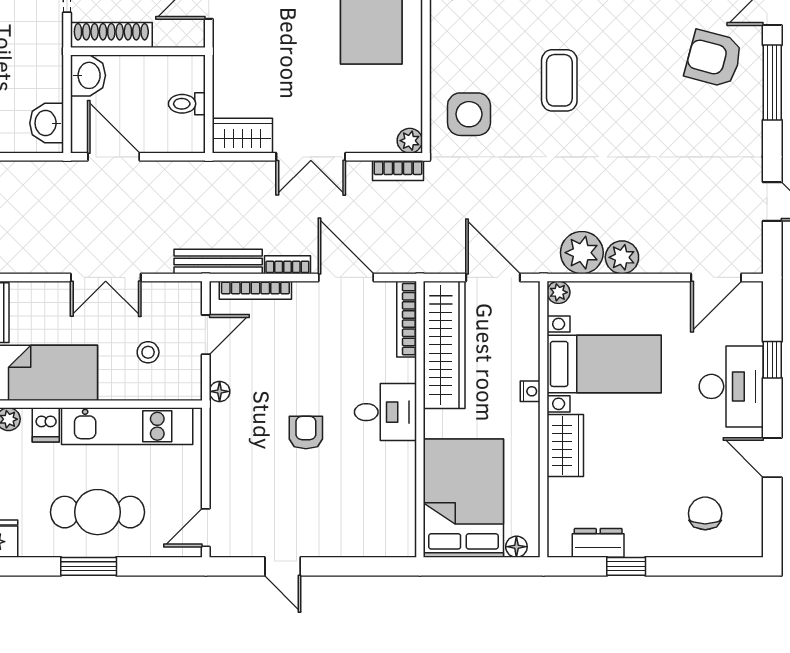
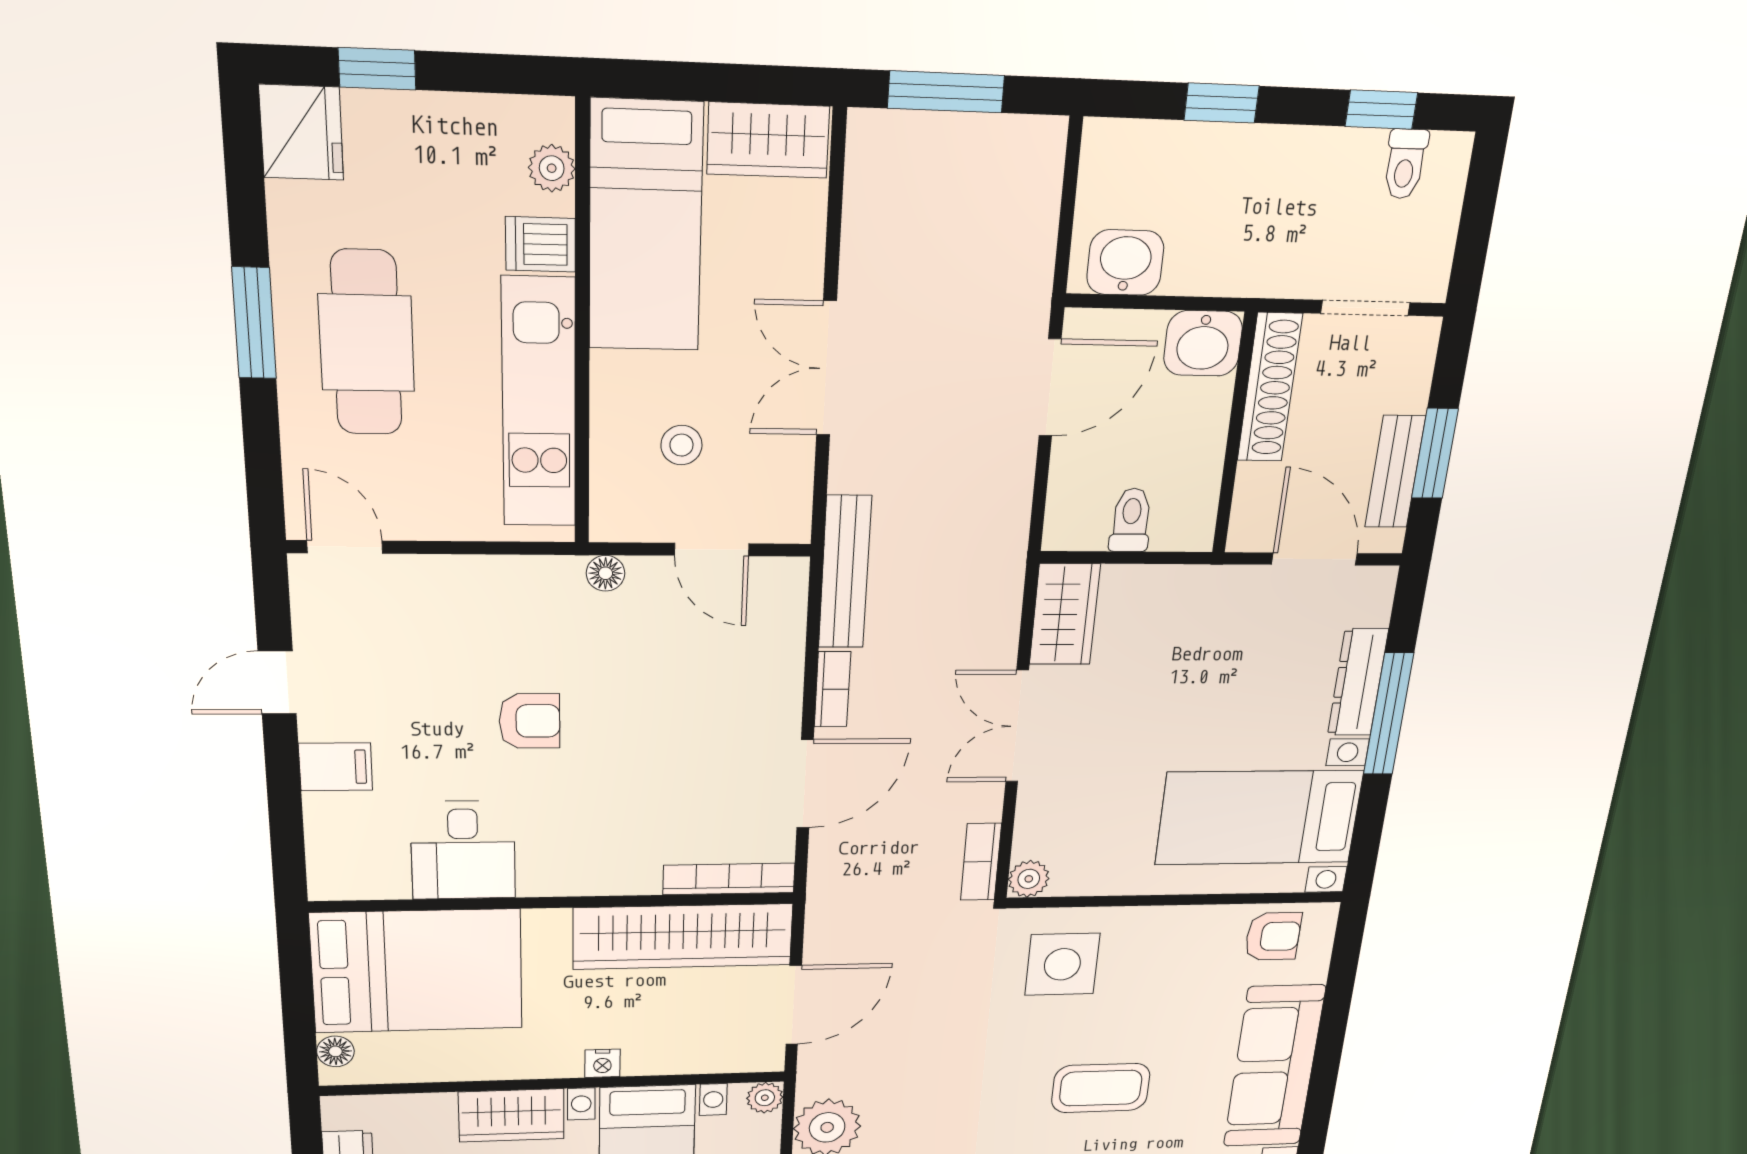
bookcase: (255, 290) -> (790, 636), removed
desk: (385, 412) -> (463, 850), moved
filing cabinet: (333, 538) -> (336, 767), added

